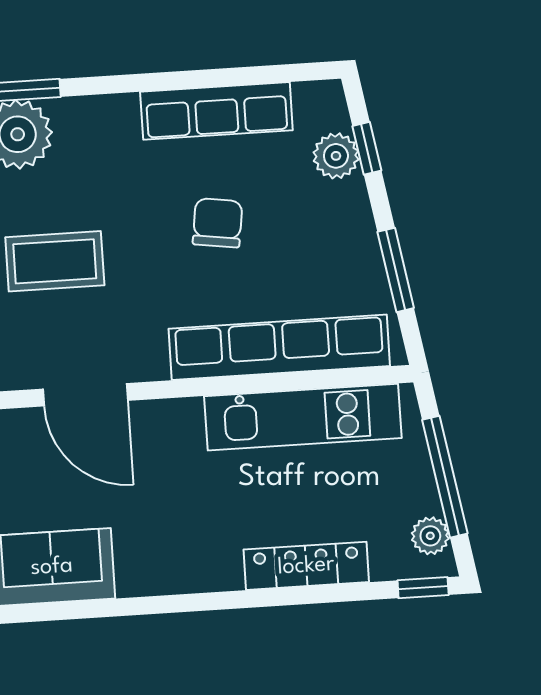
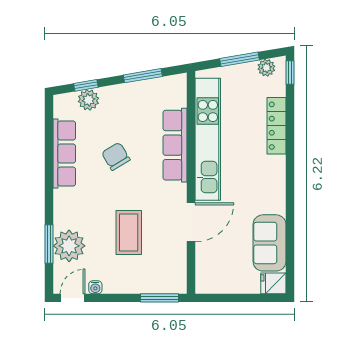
chair: (218, 223) -> (116, 156), turned 51
row of seats: (279, 347) -> (175, 145), width x0.73
kitchen unit: (303, 417) -> (208, 139), width x1.36
window: (445, 477) -> (240, 59), width x0.69

